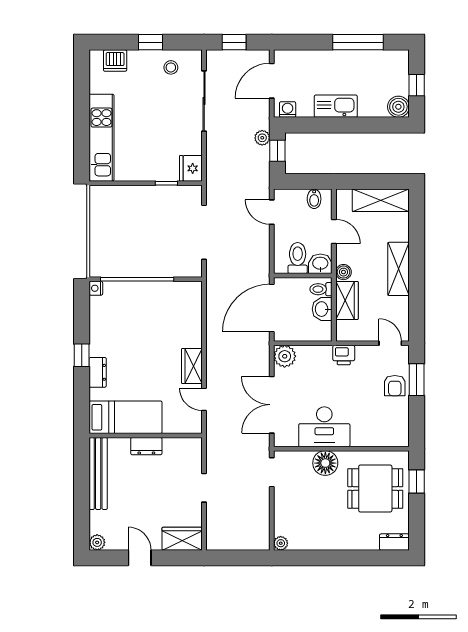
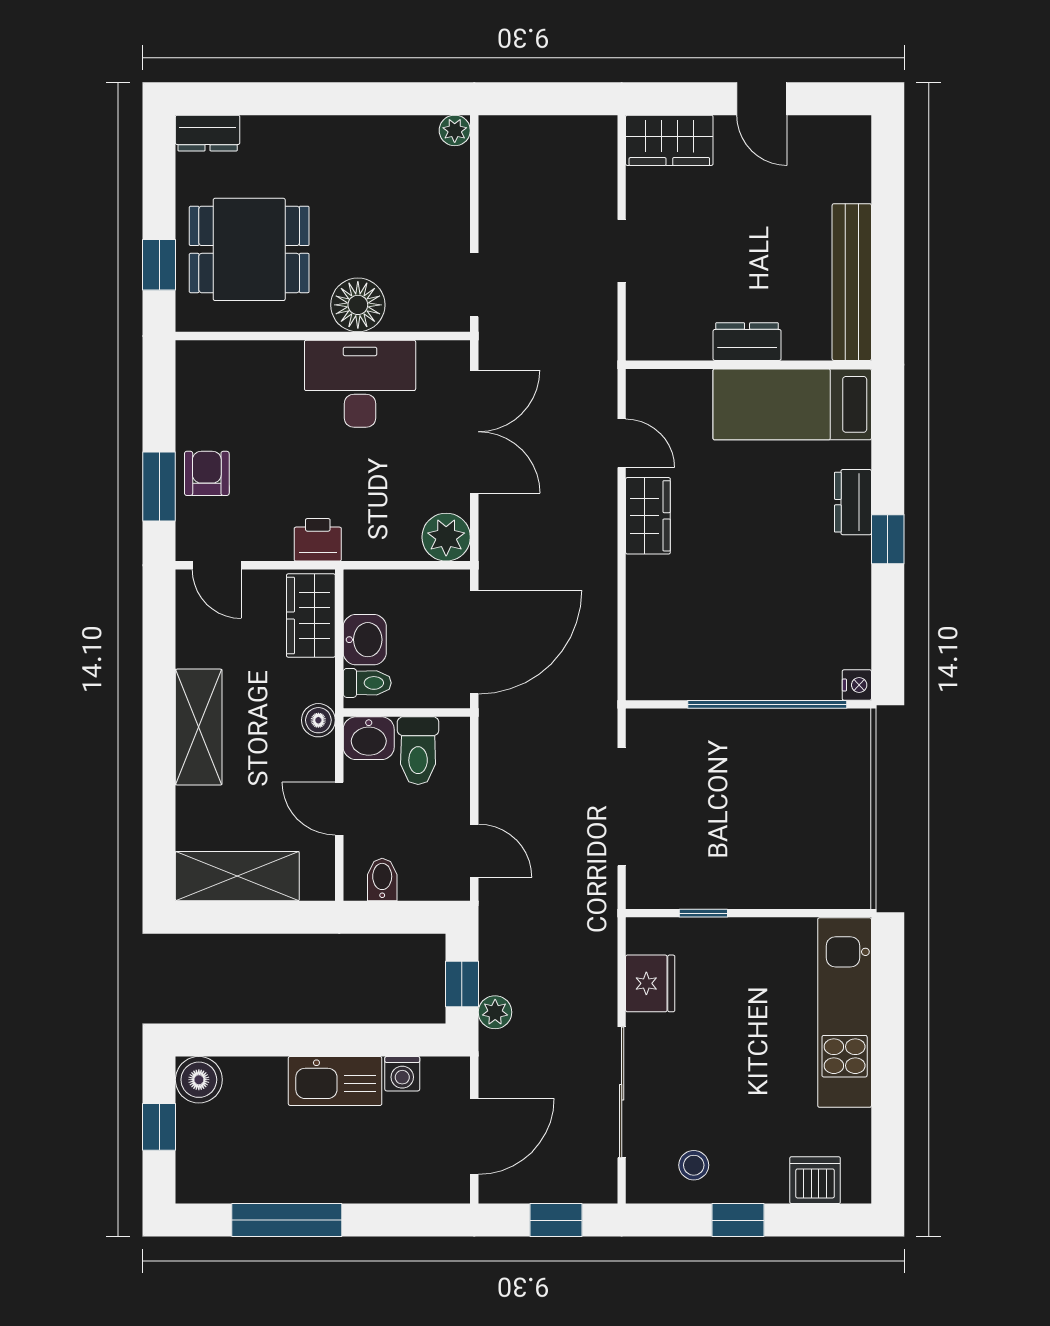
washing machine: (288, 110) -> (402, 1074), moved
fridge: (191, 168) -> (650, 983), moved
wardrobe: (347, 300) -> (311, 616), moved
plant: (97, 542) -> (854, 132), removed

